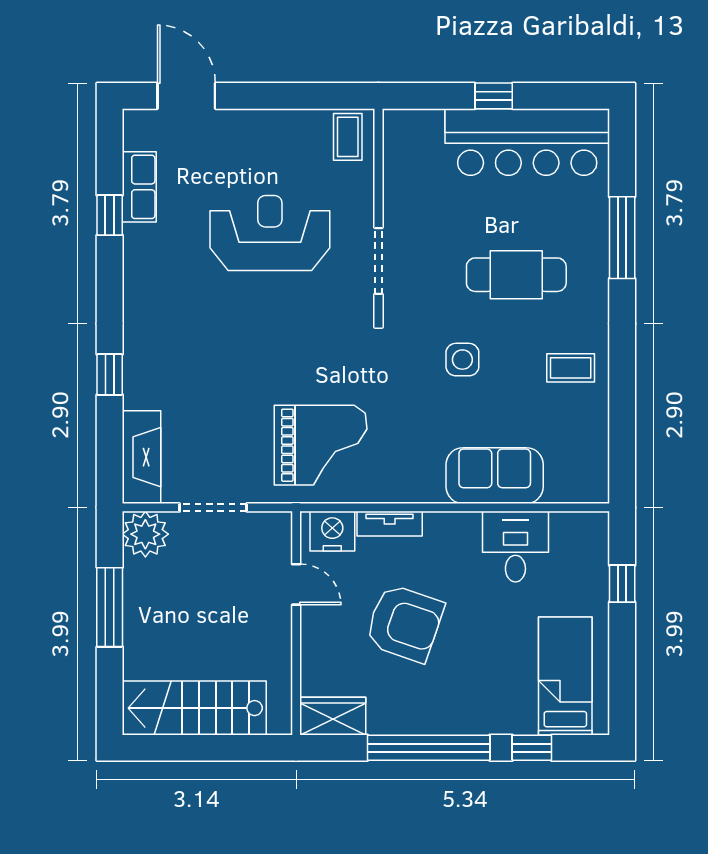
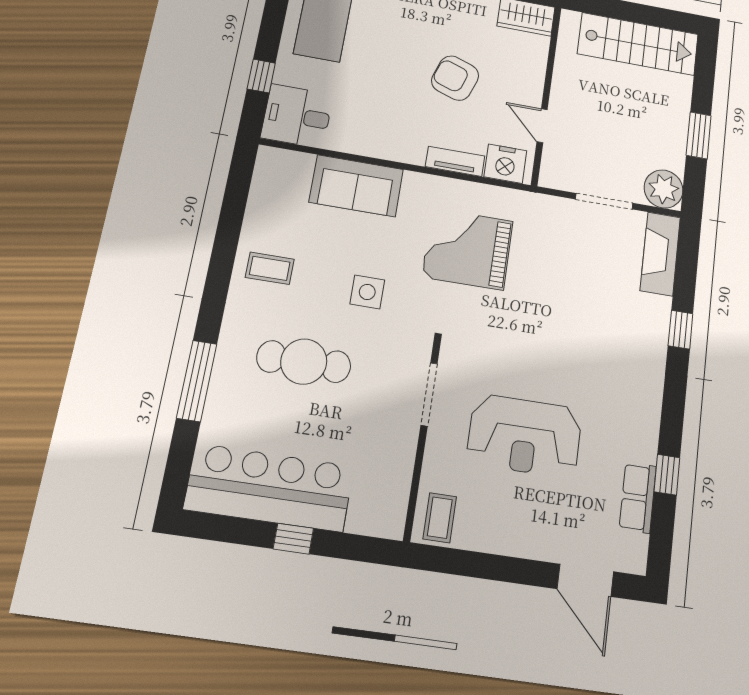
grand piano: (321, 445) -> (468, 249), moved
desk: (515, 547) -> (297, 116), moved, turned 90
window: (110, 607) -> (699, 135), width x0.69
armchair: (405, 623) -> (455, 78), width x0.73, depth x0.73

